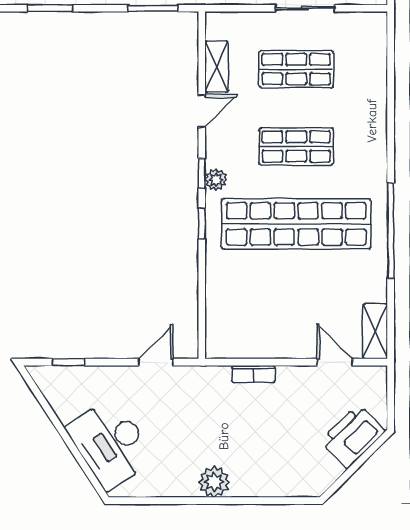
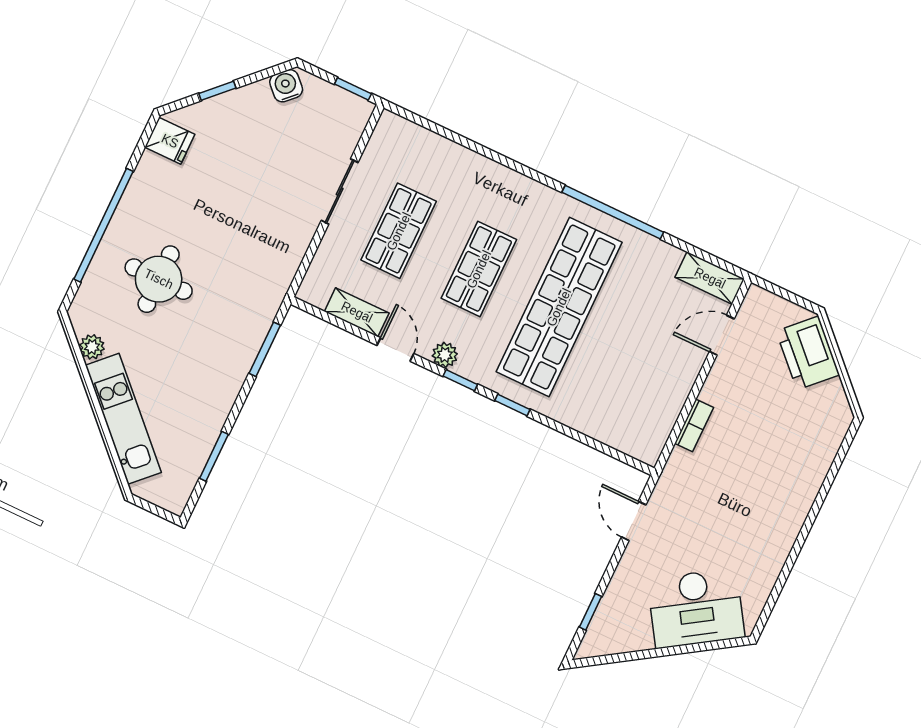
plant: (216, 180) -> (445, 355), moved
plant: (214, 482) -> (787, 519), removed

